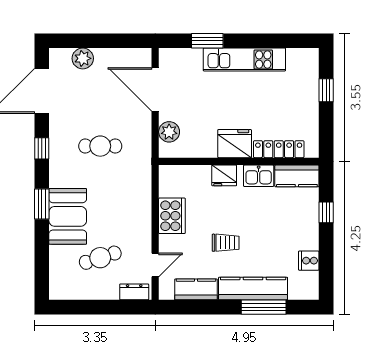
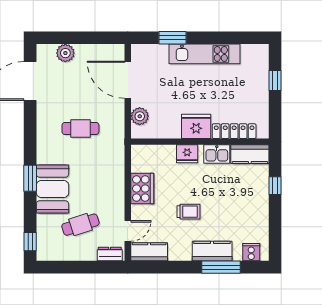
window: (42, 148) -> (30, 242), moved
cooker: (309, 261) -> (251, 252), moved, turned 90
kitchen counter: (196, 289) -> (149, 252), moved
kitchen counter: (253, 289) -> (212, 251), width x0.67

